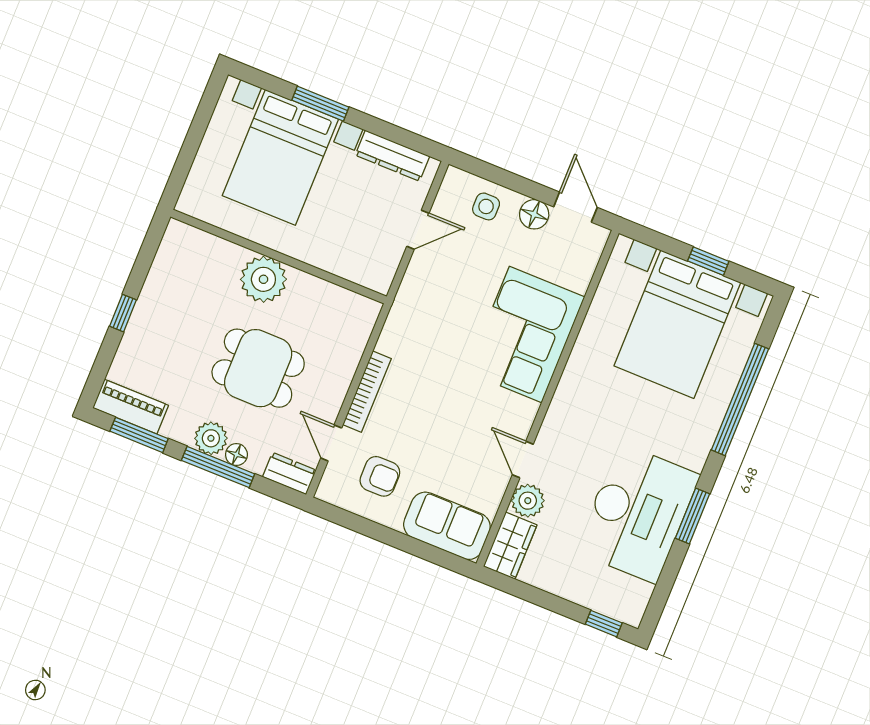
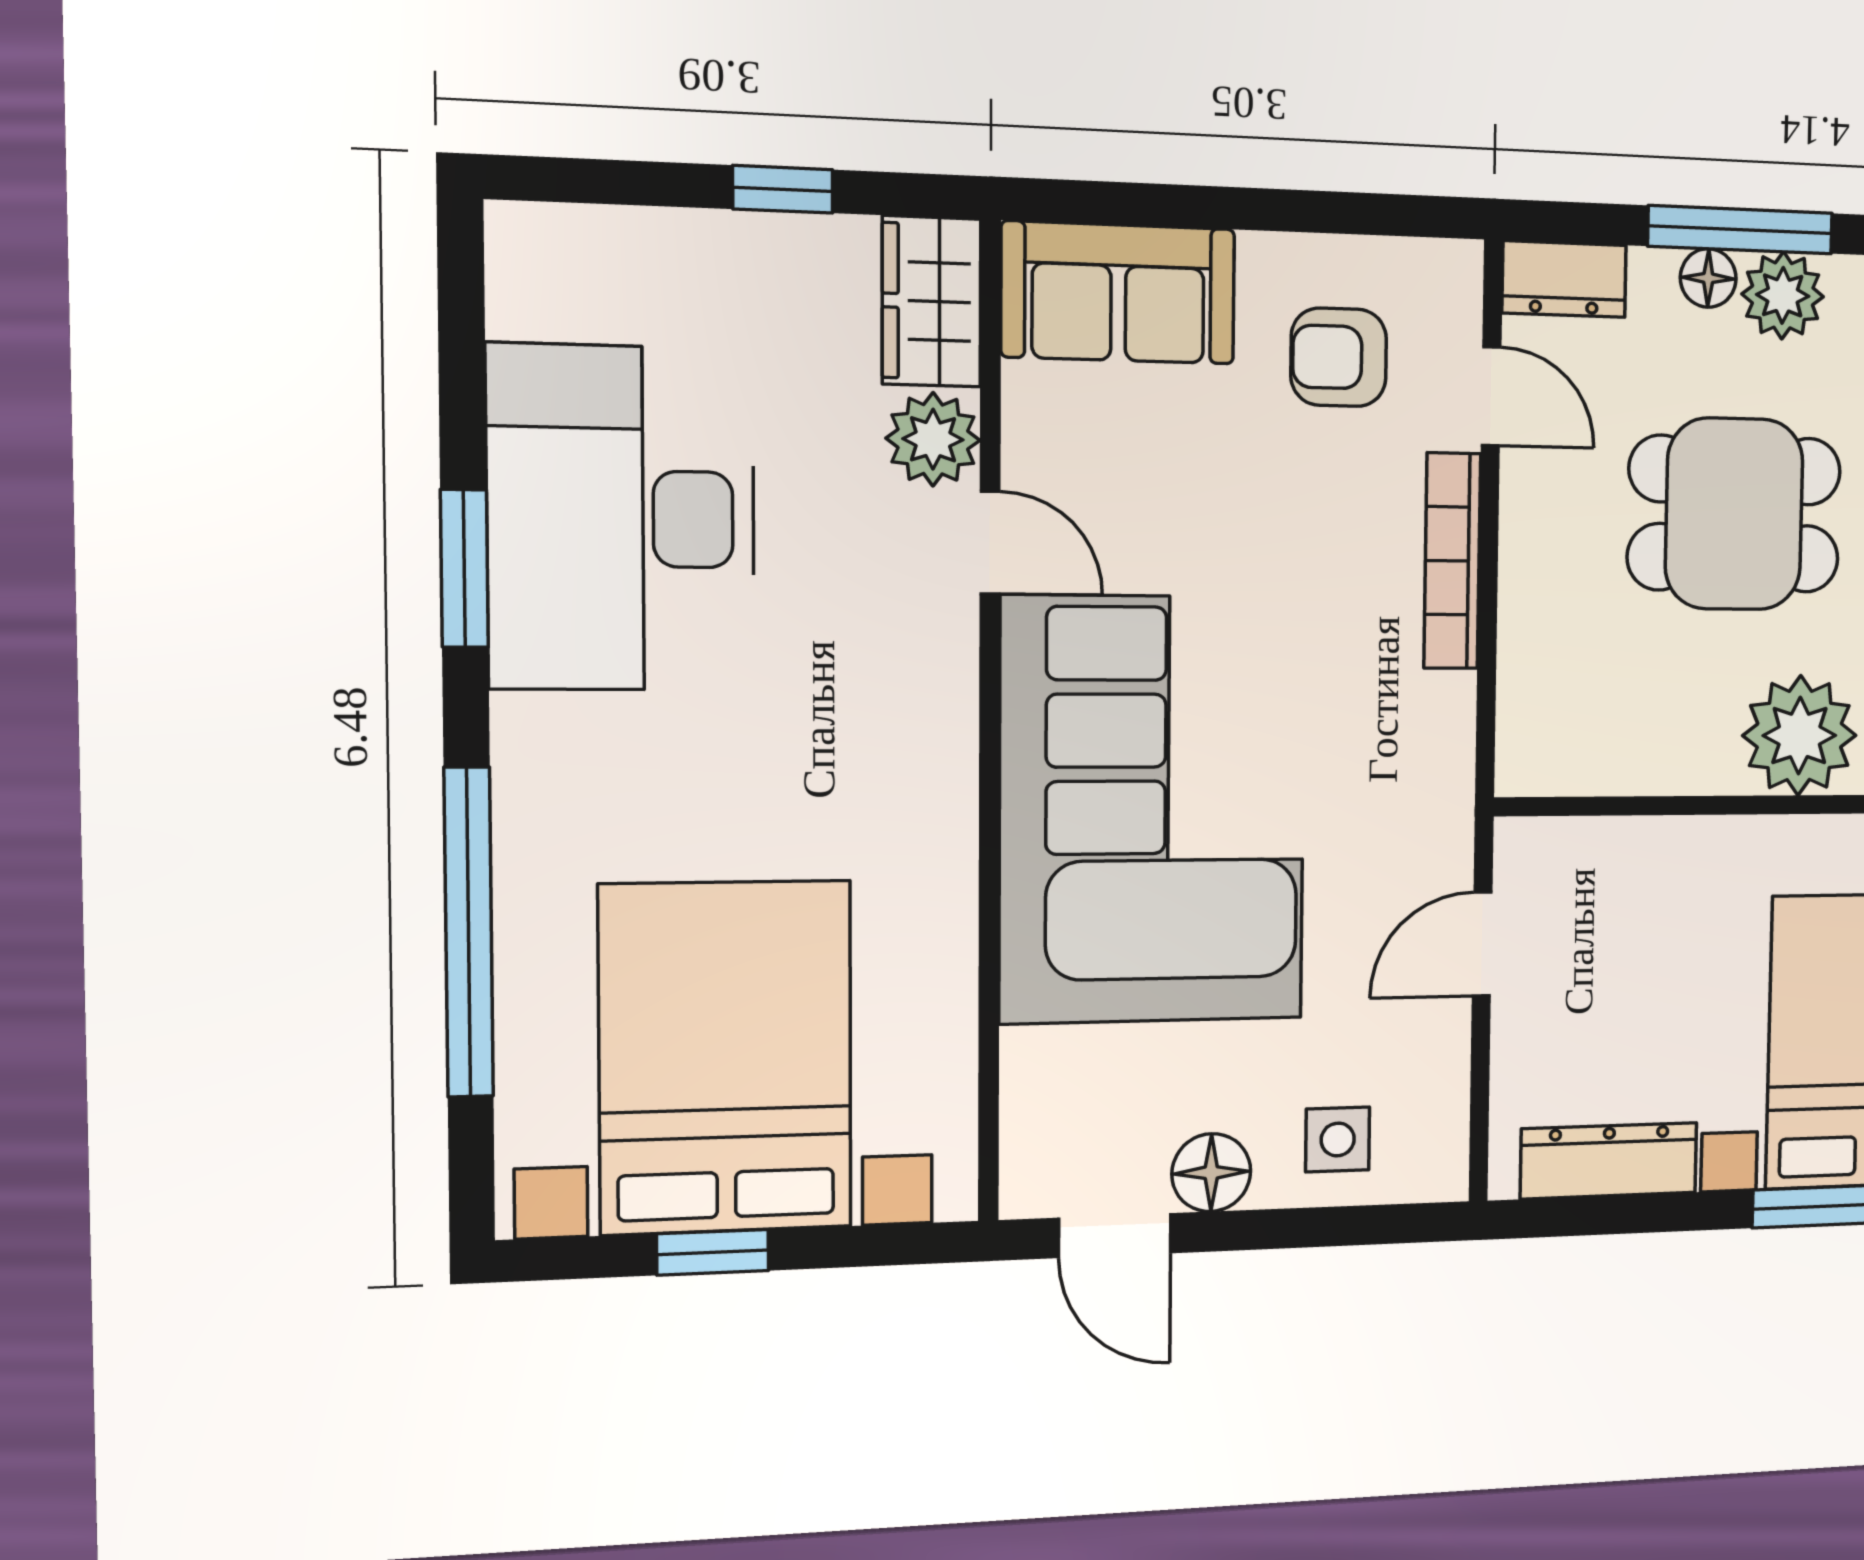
door: (418, 230) -> (1482, 944), moved
corner sofa: (526, 334) -> (1153, 810), width x1.36, depth x1.36
window: (604, 624) -> (783, 189), moved

